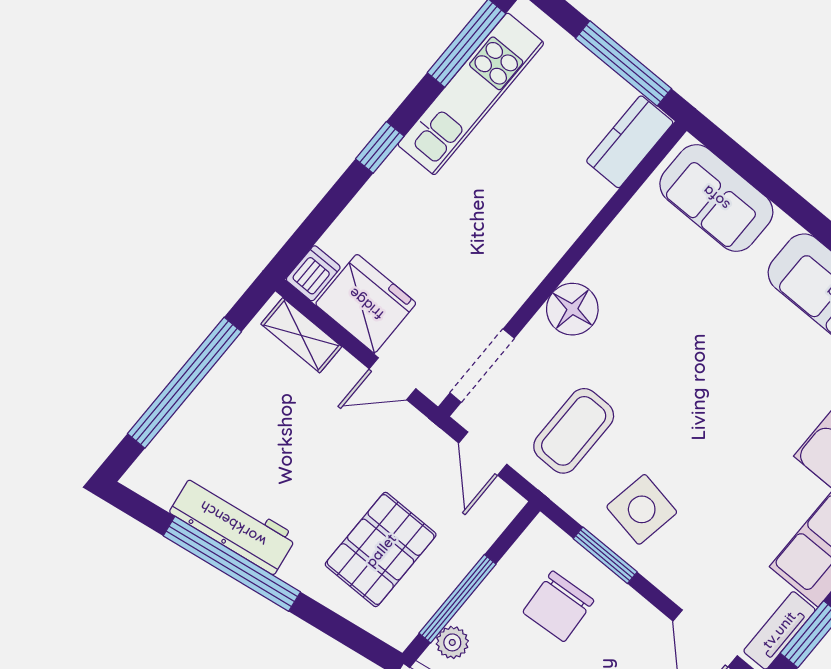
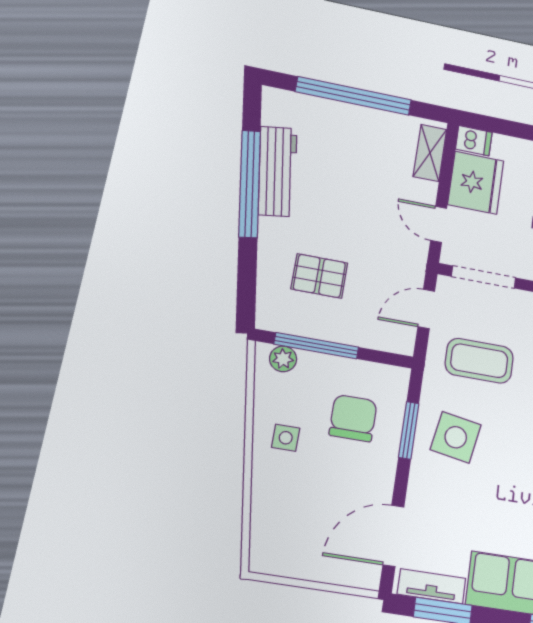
pallet: (381, 550) -> (319, 276), width x0.67, depth x0.71
chair: (558, 606) -> (353, 418), turned 94

